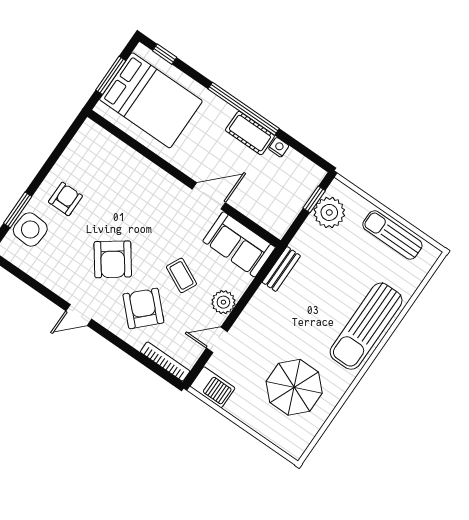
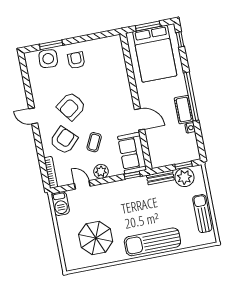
armchair: (65, 199) -> (76, 60), turned -90
bench: (281, 269) -> (160, 178), moved
window: (265, 271) -> (132, 175), added

